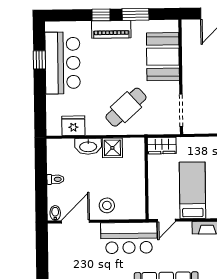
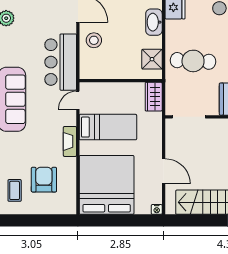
cafe table: (126, 107) -> (193, 61), turned -45
shower: (112, 148) -> (152, 59), moved
door: (166, 220) -> (78, 100), hinge flipped

